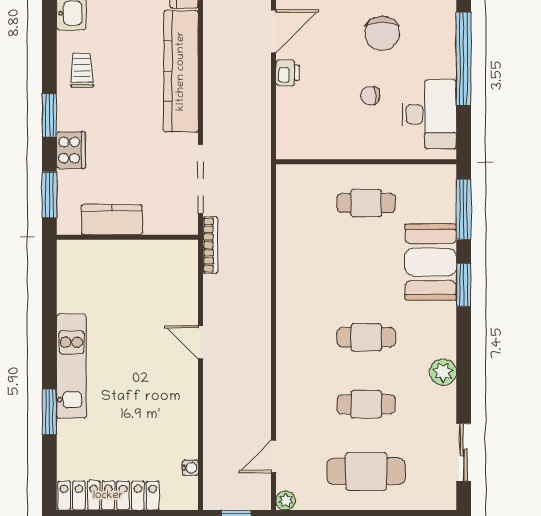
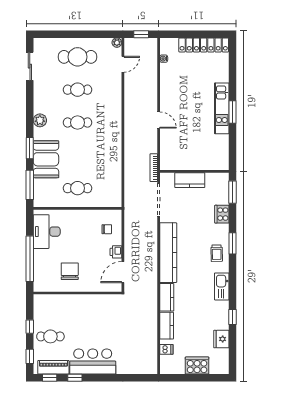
chair: (370, 96) -> (107, 229), moved
window: (49, 115) -> (233, 243), moved
kitchen counter: (112, 220) -> (190, 180), moved
plant: (443, 372) -> (40, 120), moved
window: (49, 412) -> (233, 112), moved

